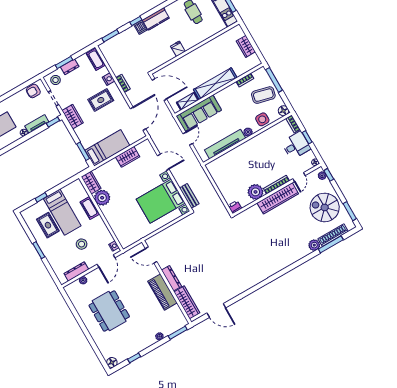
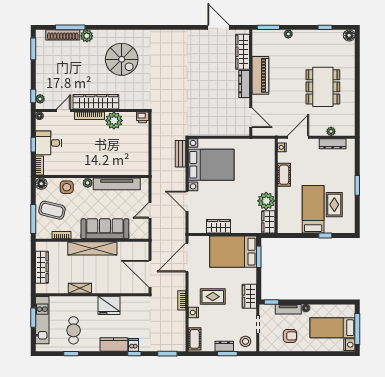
wardrobe: (246, 46) -> (42, 267), width x1.50
fridge: (178, 49) -> (109, 305), width x1.88, depth x1.34
armchair: (33, 91) -> (290, 336), moved
shelving: (187, 101) -> (80, 288), moved
sofa: (199, 113) -> (105, 229), moved
bed: (107, 148) -> (233, 252), width x1.50
spiral stairs: (325, 207) -> (122, 59), moved
cot: (90, 208) -> (284, 175), moved
stool: (82, 244) -> (312, 167), removed

